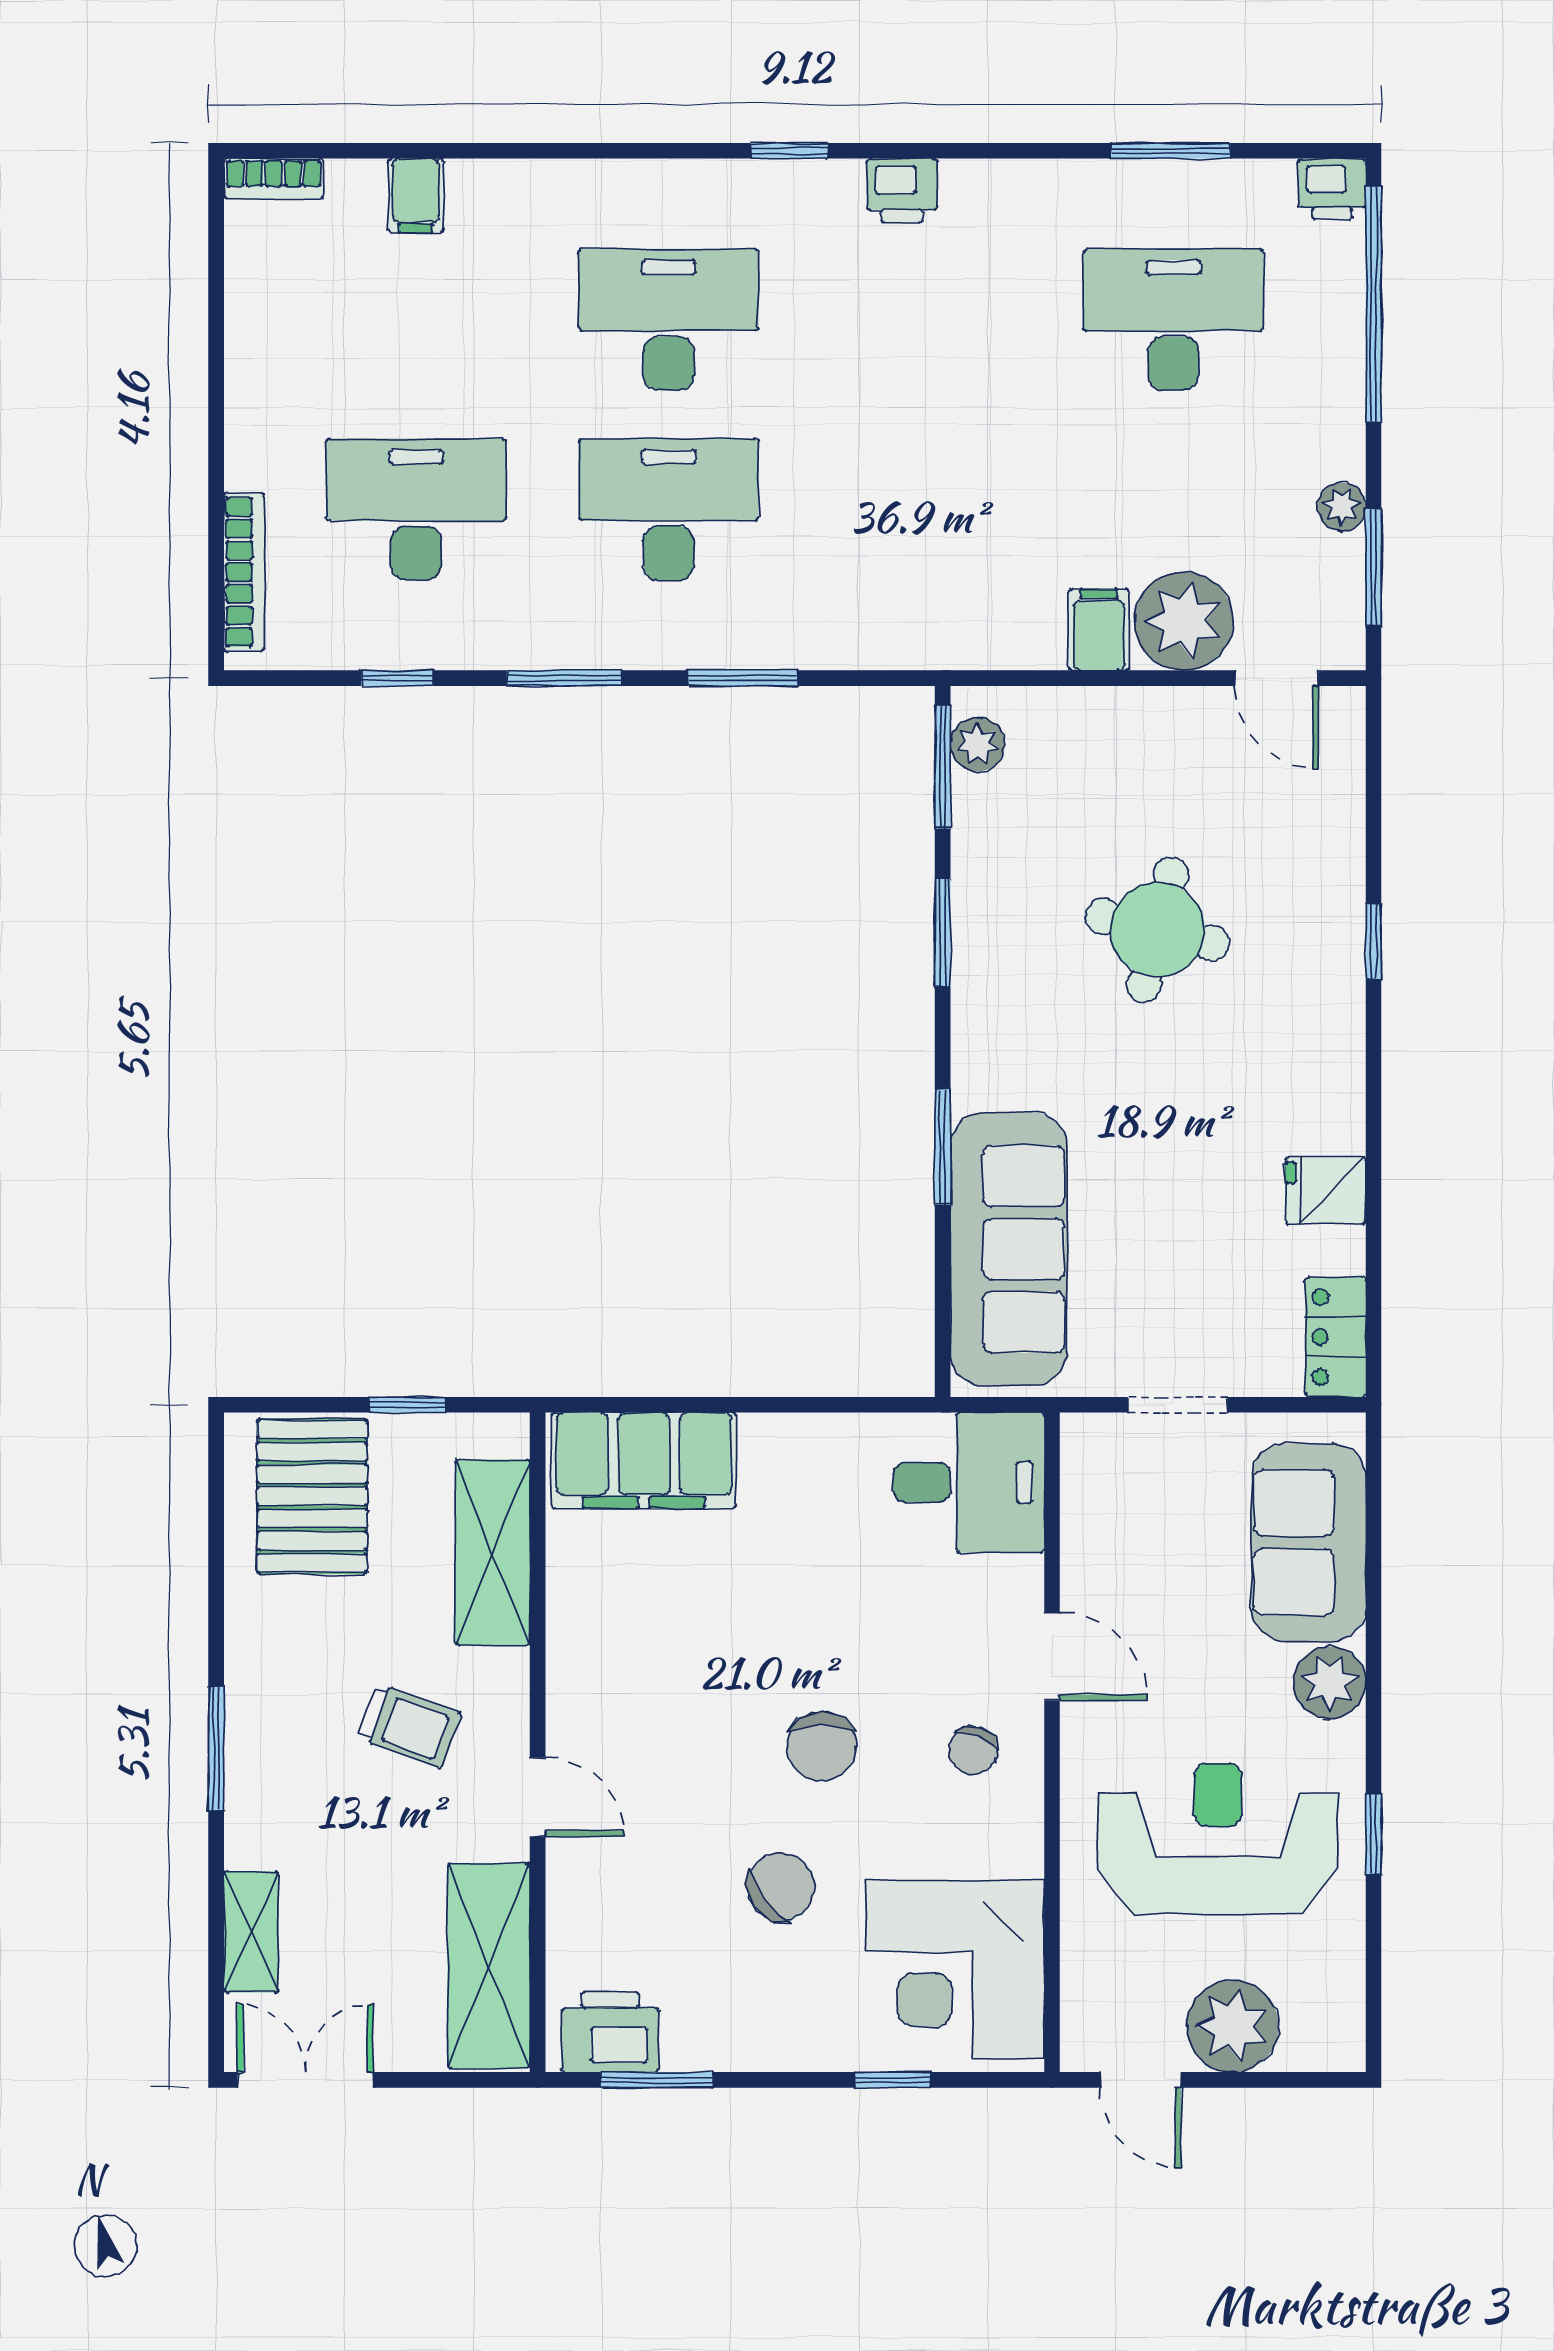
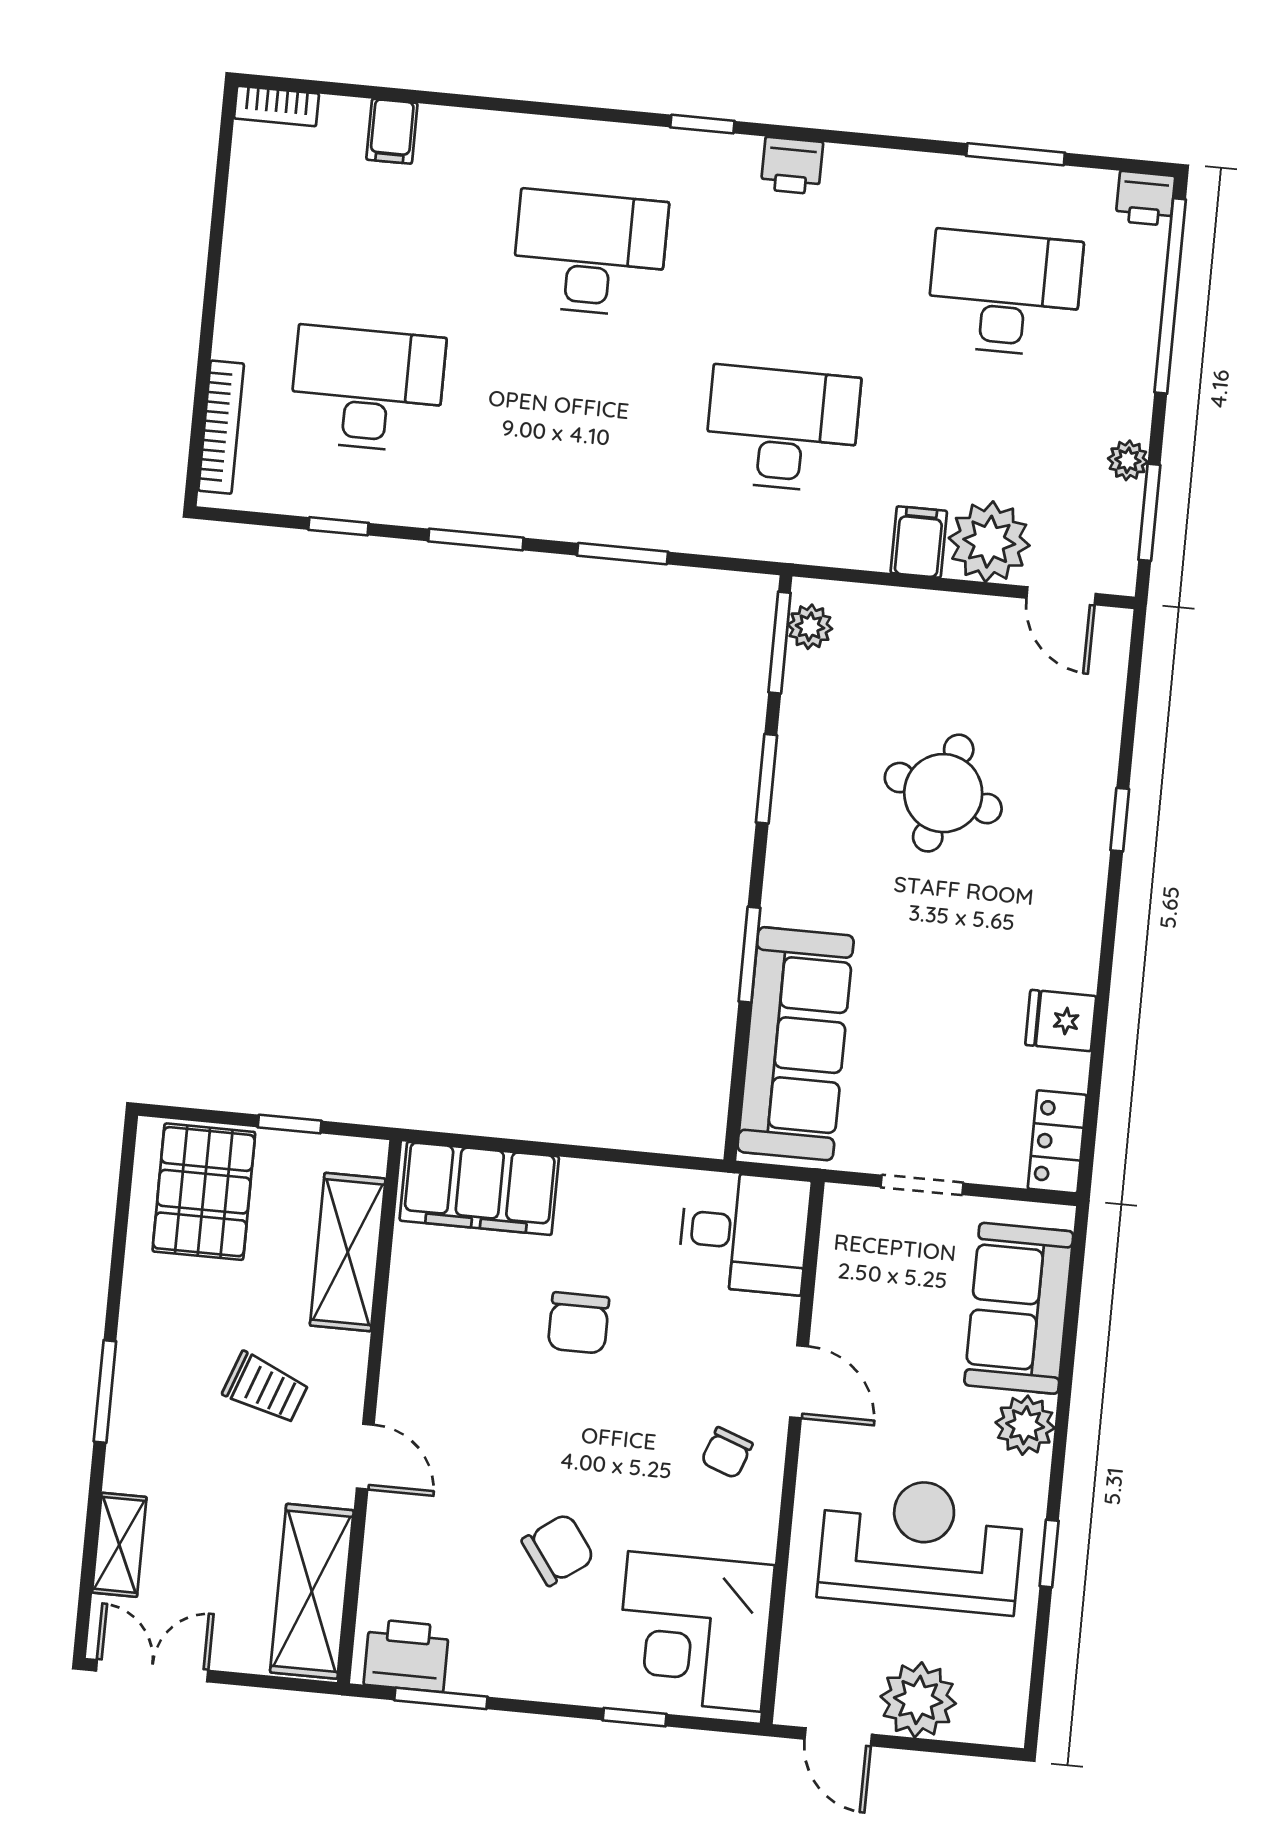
desk: (669, 509) -> (782, 429), moved
chair: (822, 1746) -> (578, 1323), moved

